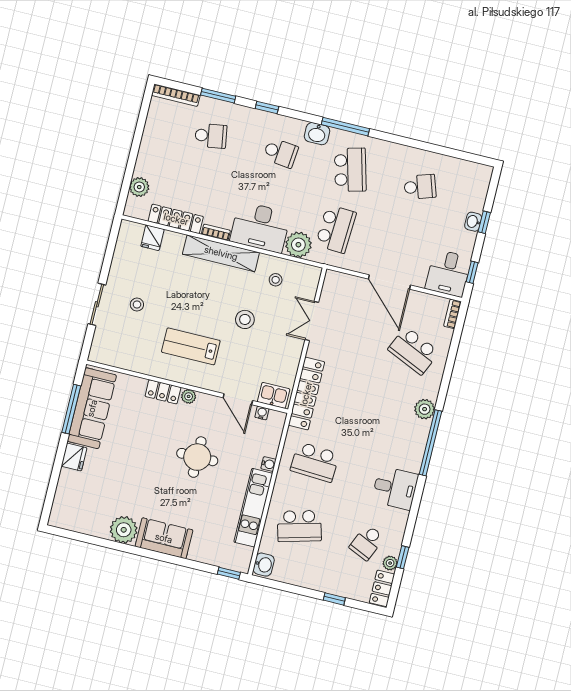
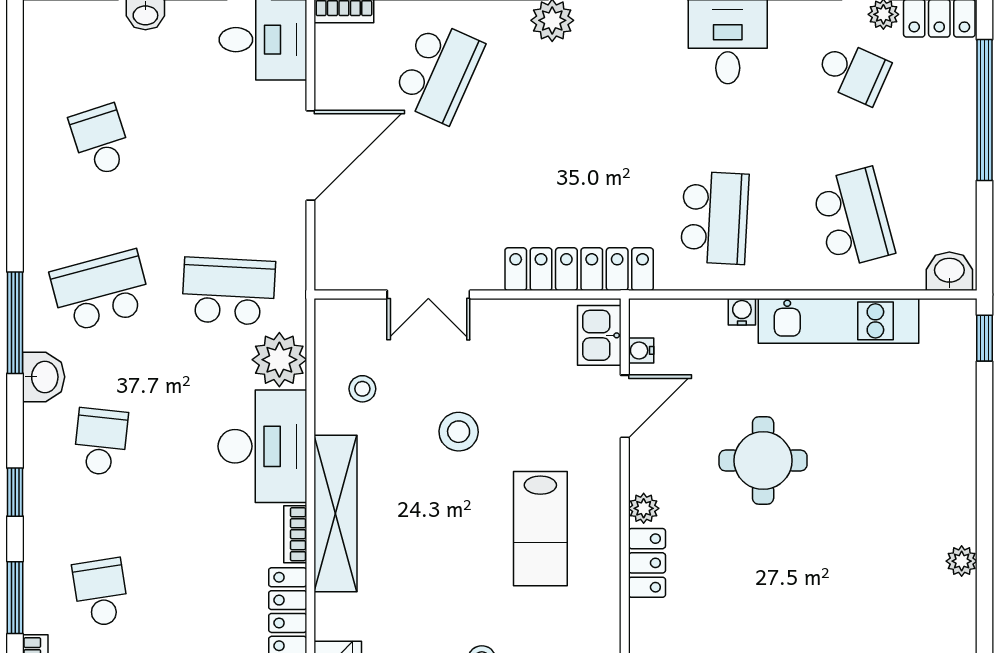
plant: (124, 530) -> (962, 561), width x0.53, depth x0.53
sofa: (164, 538) -> (945, 488), removed
window: (334, 599) -> (985, 110), width x3.17

